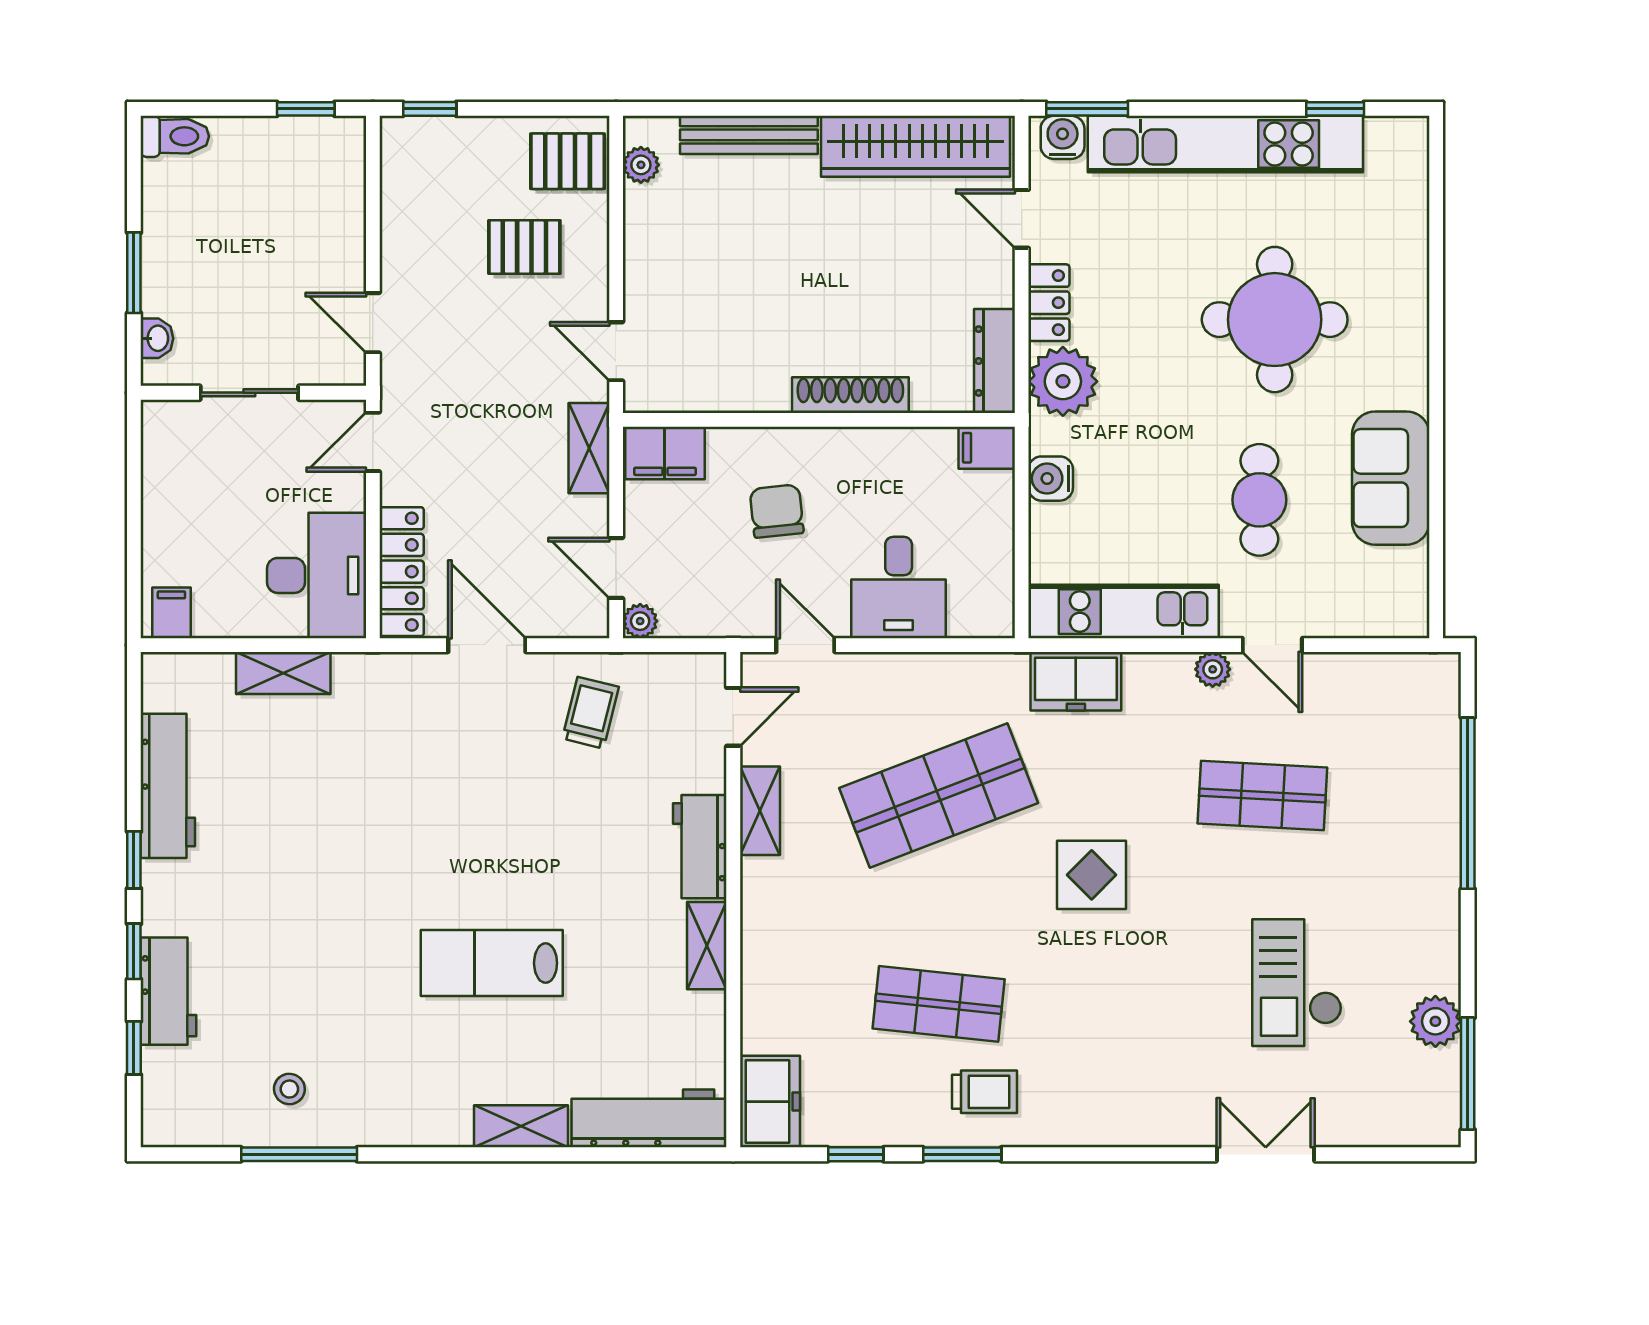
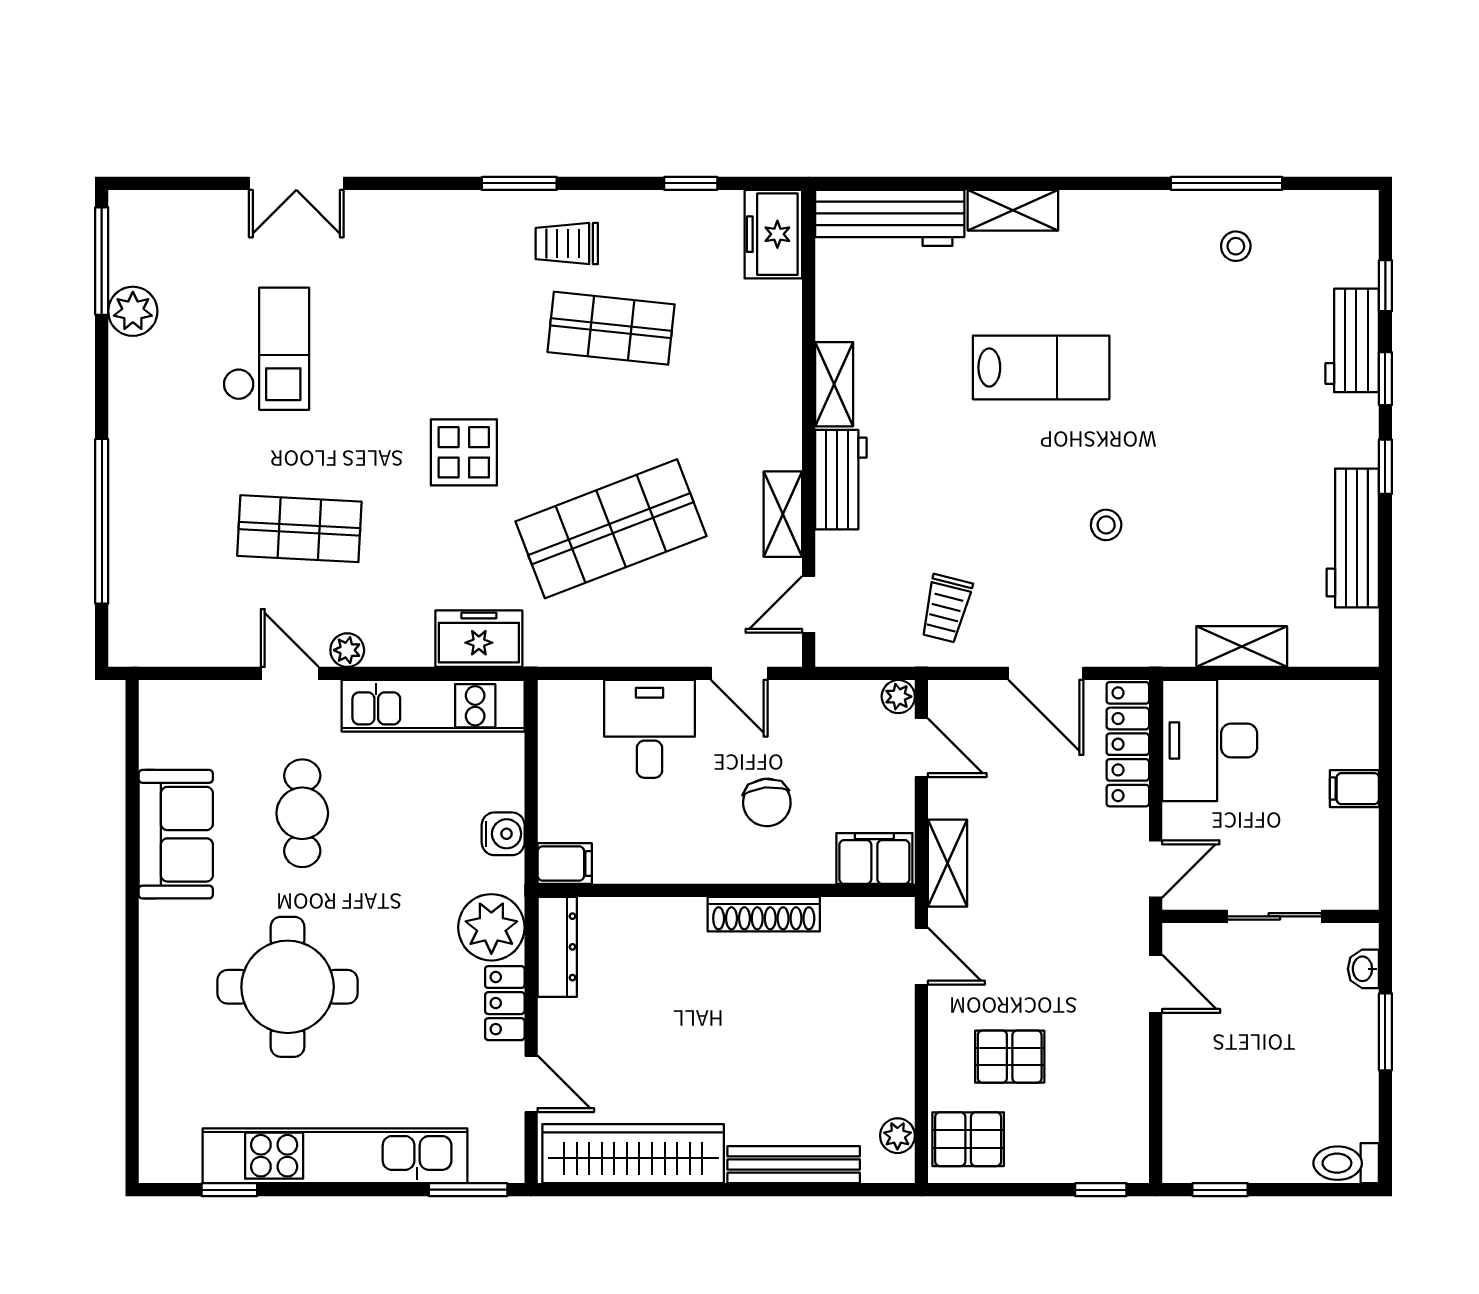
water cooler: (1063, 137) -> (492, 1162), removed
shoe rack: (850, 395) -> (764, 914), moved
filing cabinet: (171, 613) -> (1354, 789), moved, turned 90
stool: (424, 799) -> (1106, 525), added
window: (962, 1154) -> (519, 183), moved

